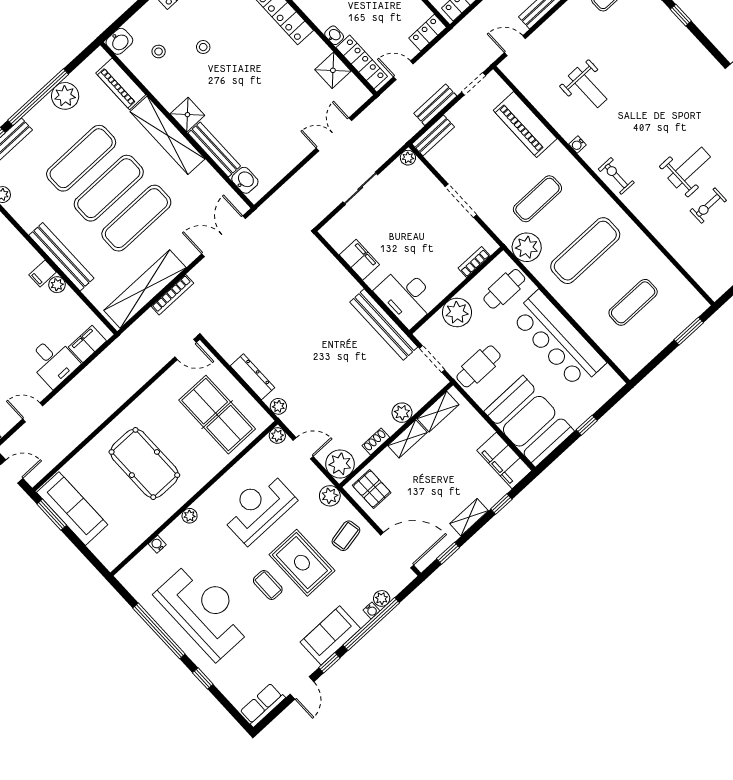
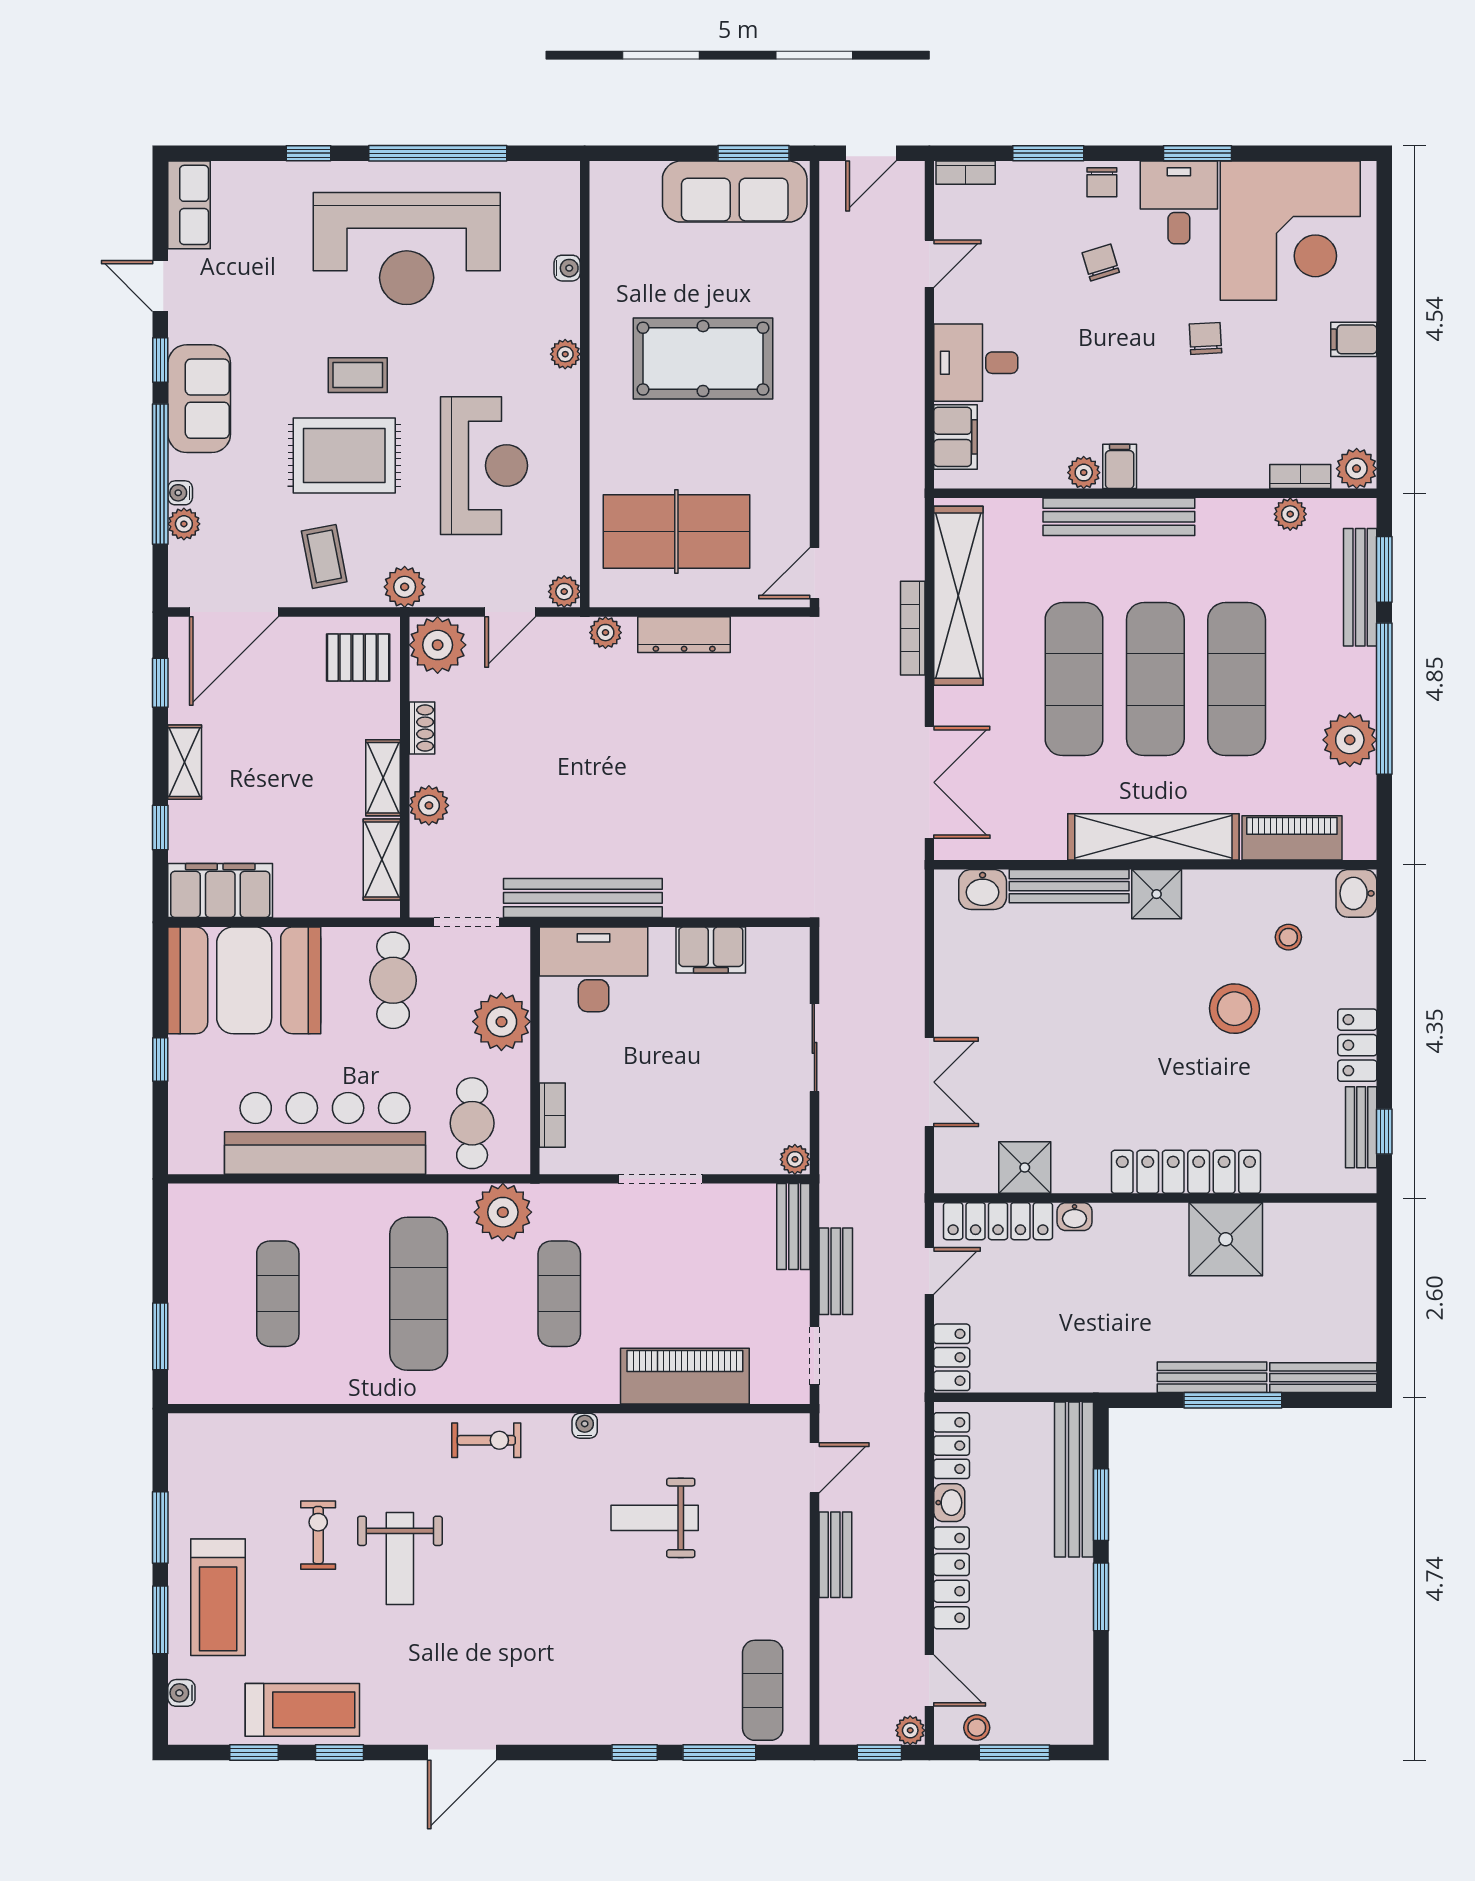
stool: (203, 47) -> (1234, 1009), width x1.89, depth x1.89

